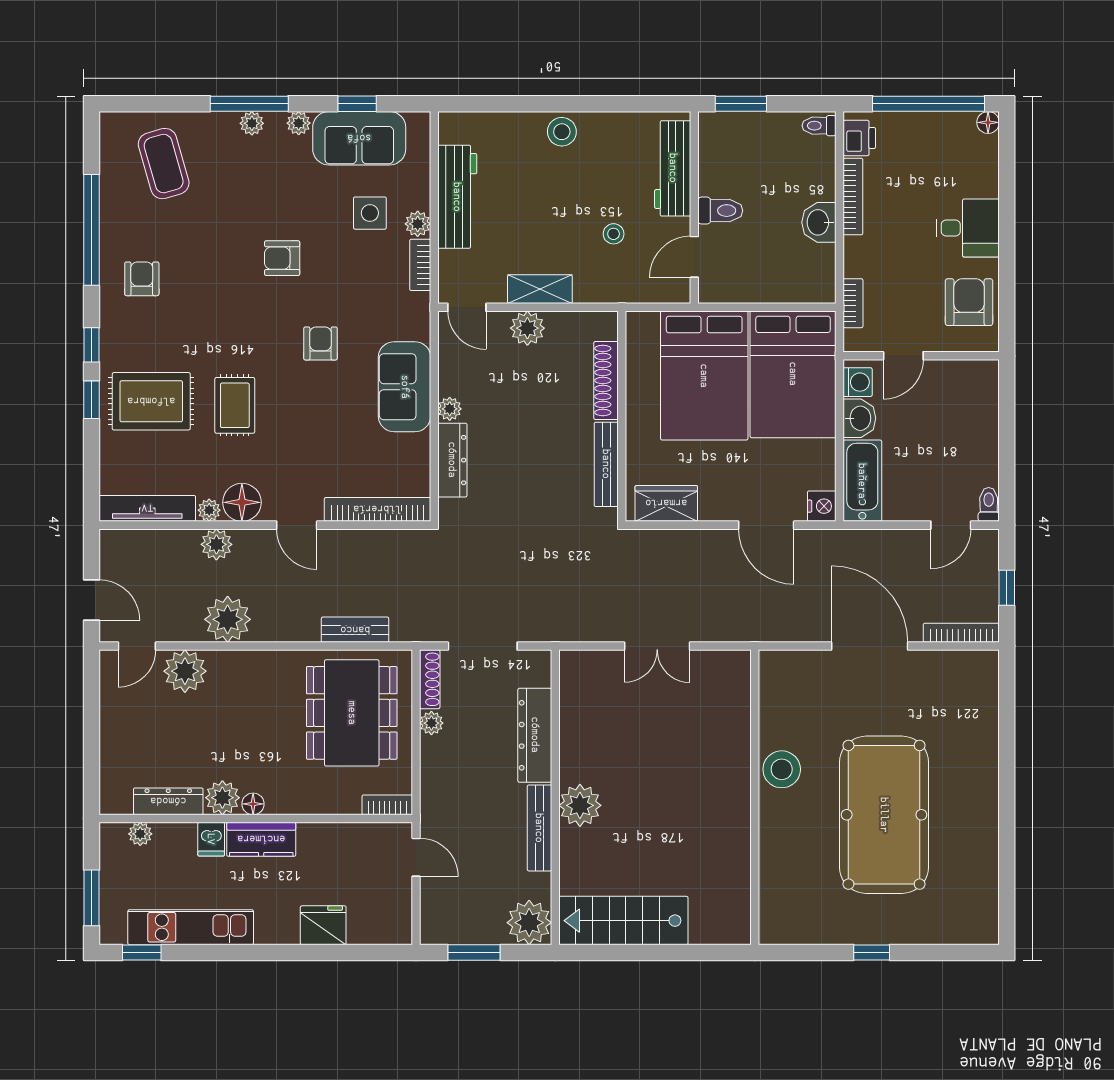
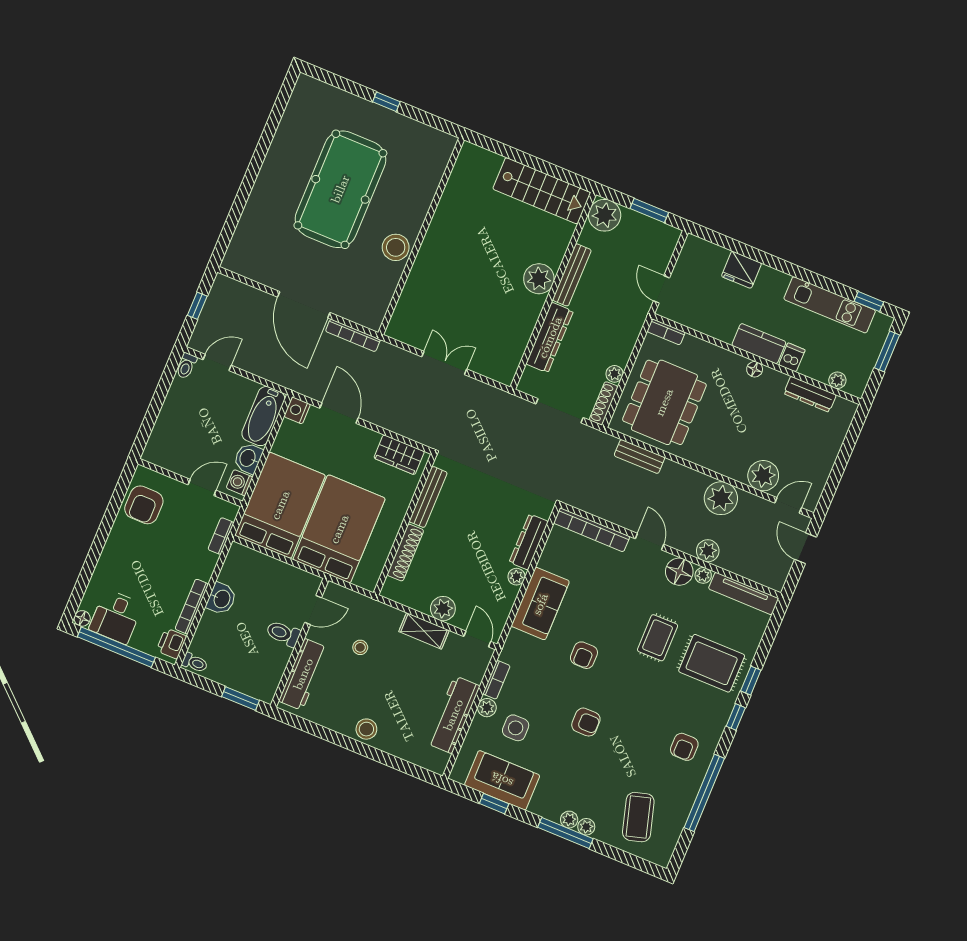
plant: (299, 123) -> (586, 827), moved
desk: (968, 228) -> (116, 617), moved, turned -90
bookcase: (961, 633) -> (353, 335), moved
plant: (222, 798) -> (773, 382), removed

